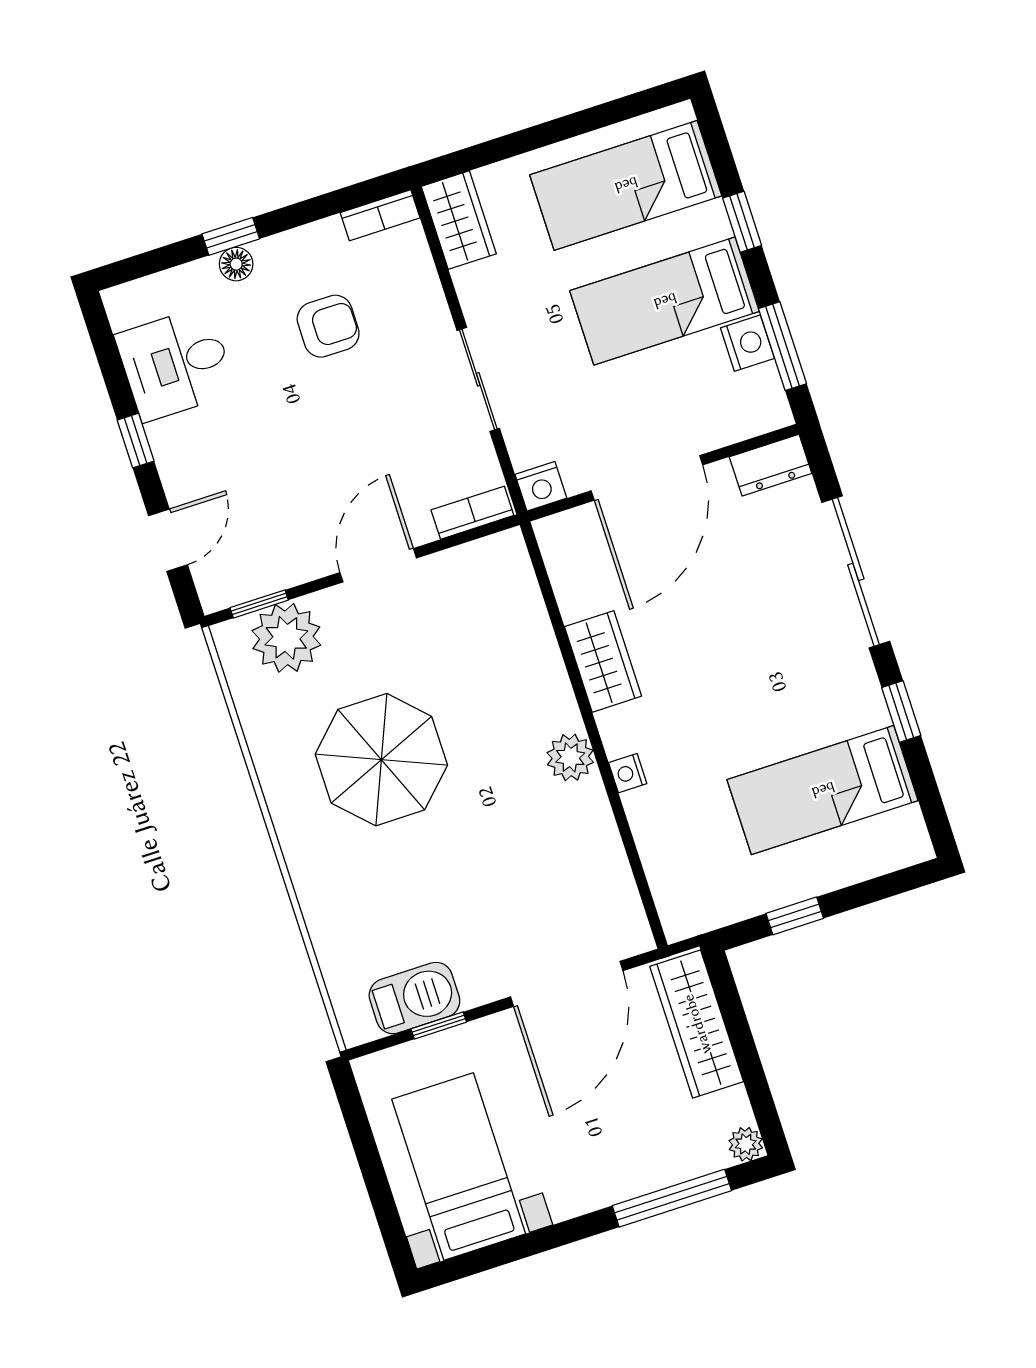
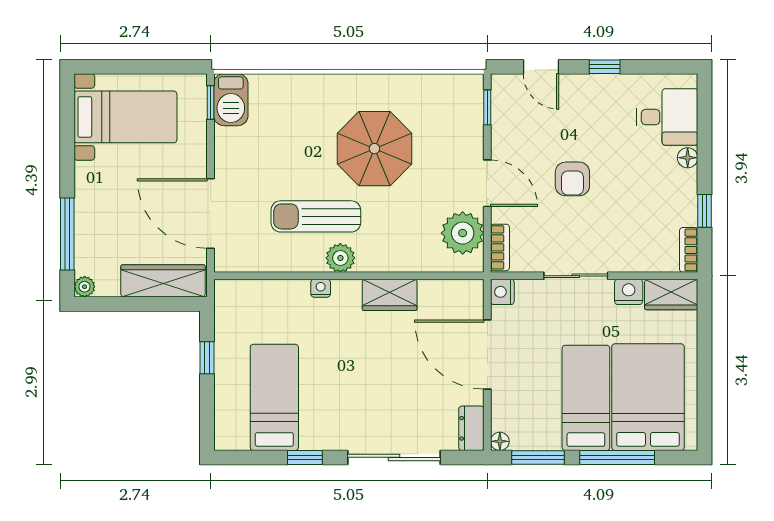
bed: (626, 185) -> (648, 397), width x1.50
window: (742, 222) -> (617, 457), width x2.17
window: (231, 236) -> (705, 211), moved
armchair: (328, 326) -> (572, 179), moved
nightstand: (747, 343) -> (629, 292), moved, turned 180
desk: (176, 364) -> (667, 117), moved, turned 90
floor lamp: (777, 414) -> (500, 441), added
plant: (286, 638) -> (463, 233), moved
sun lounger: (518, 817) -> (316, 216), added
barbecue: (414, 998) -> (231, 100), moved
window: (439, 1025) -> (211, 103), moved

